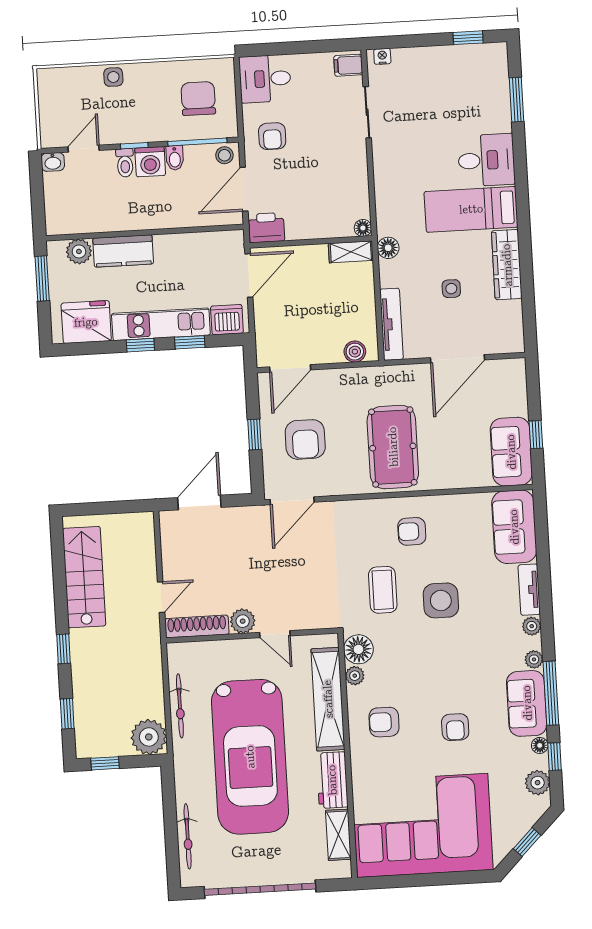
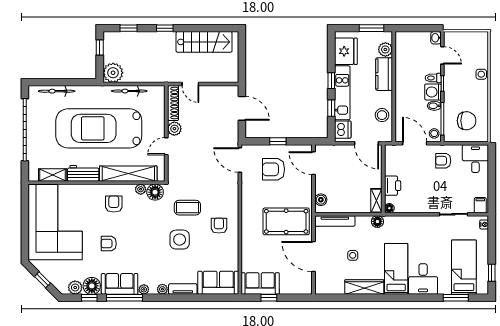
bed: (461, 88) -> (464, 267), added
printer: (266, 228) -> (393, 186), moved
stool: (197, 251) -> (382, 115), added
pool table: (393, 447) -> (286, 221), moved
floor lamp: (540, 745) -> (92, 286), width x1.89, depth x1.89

